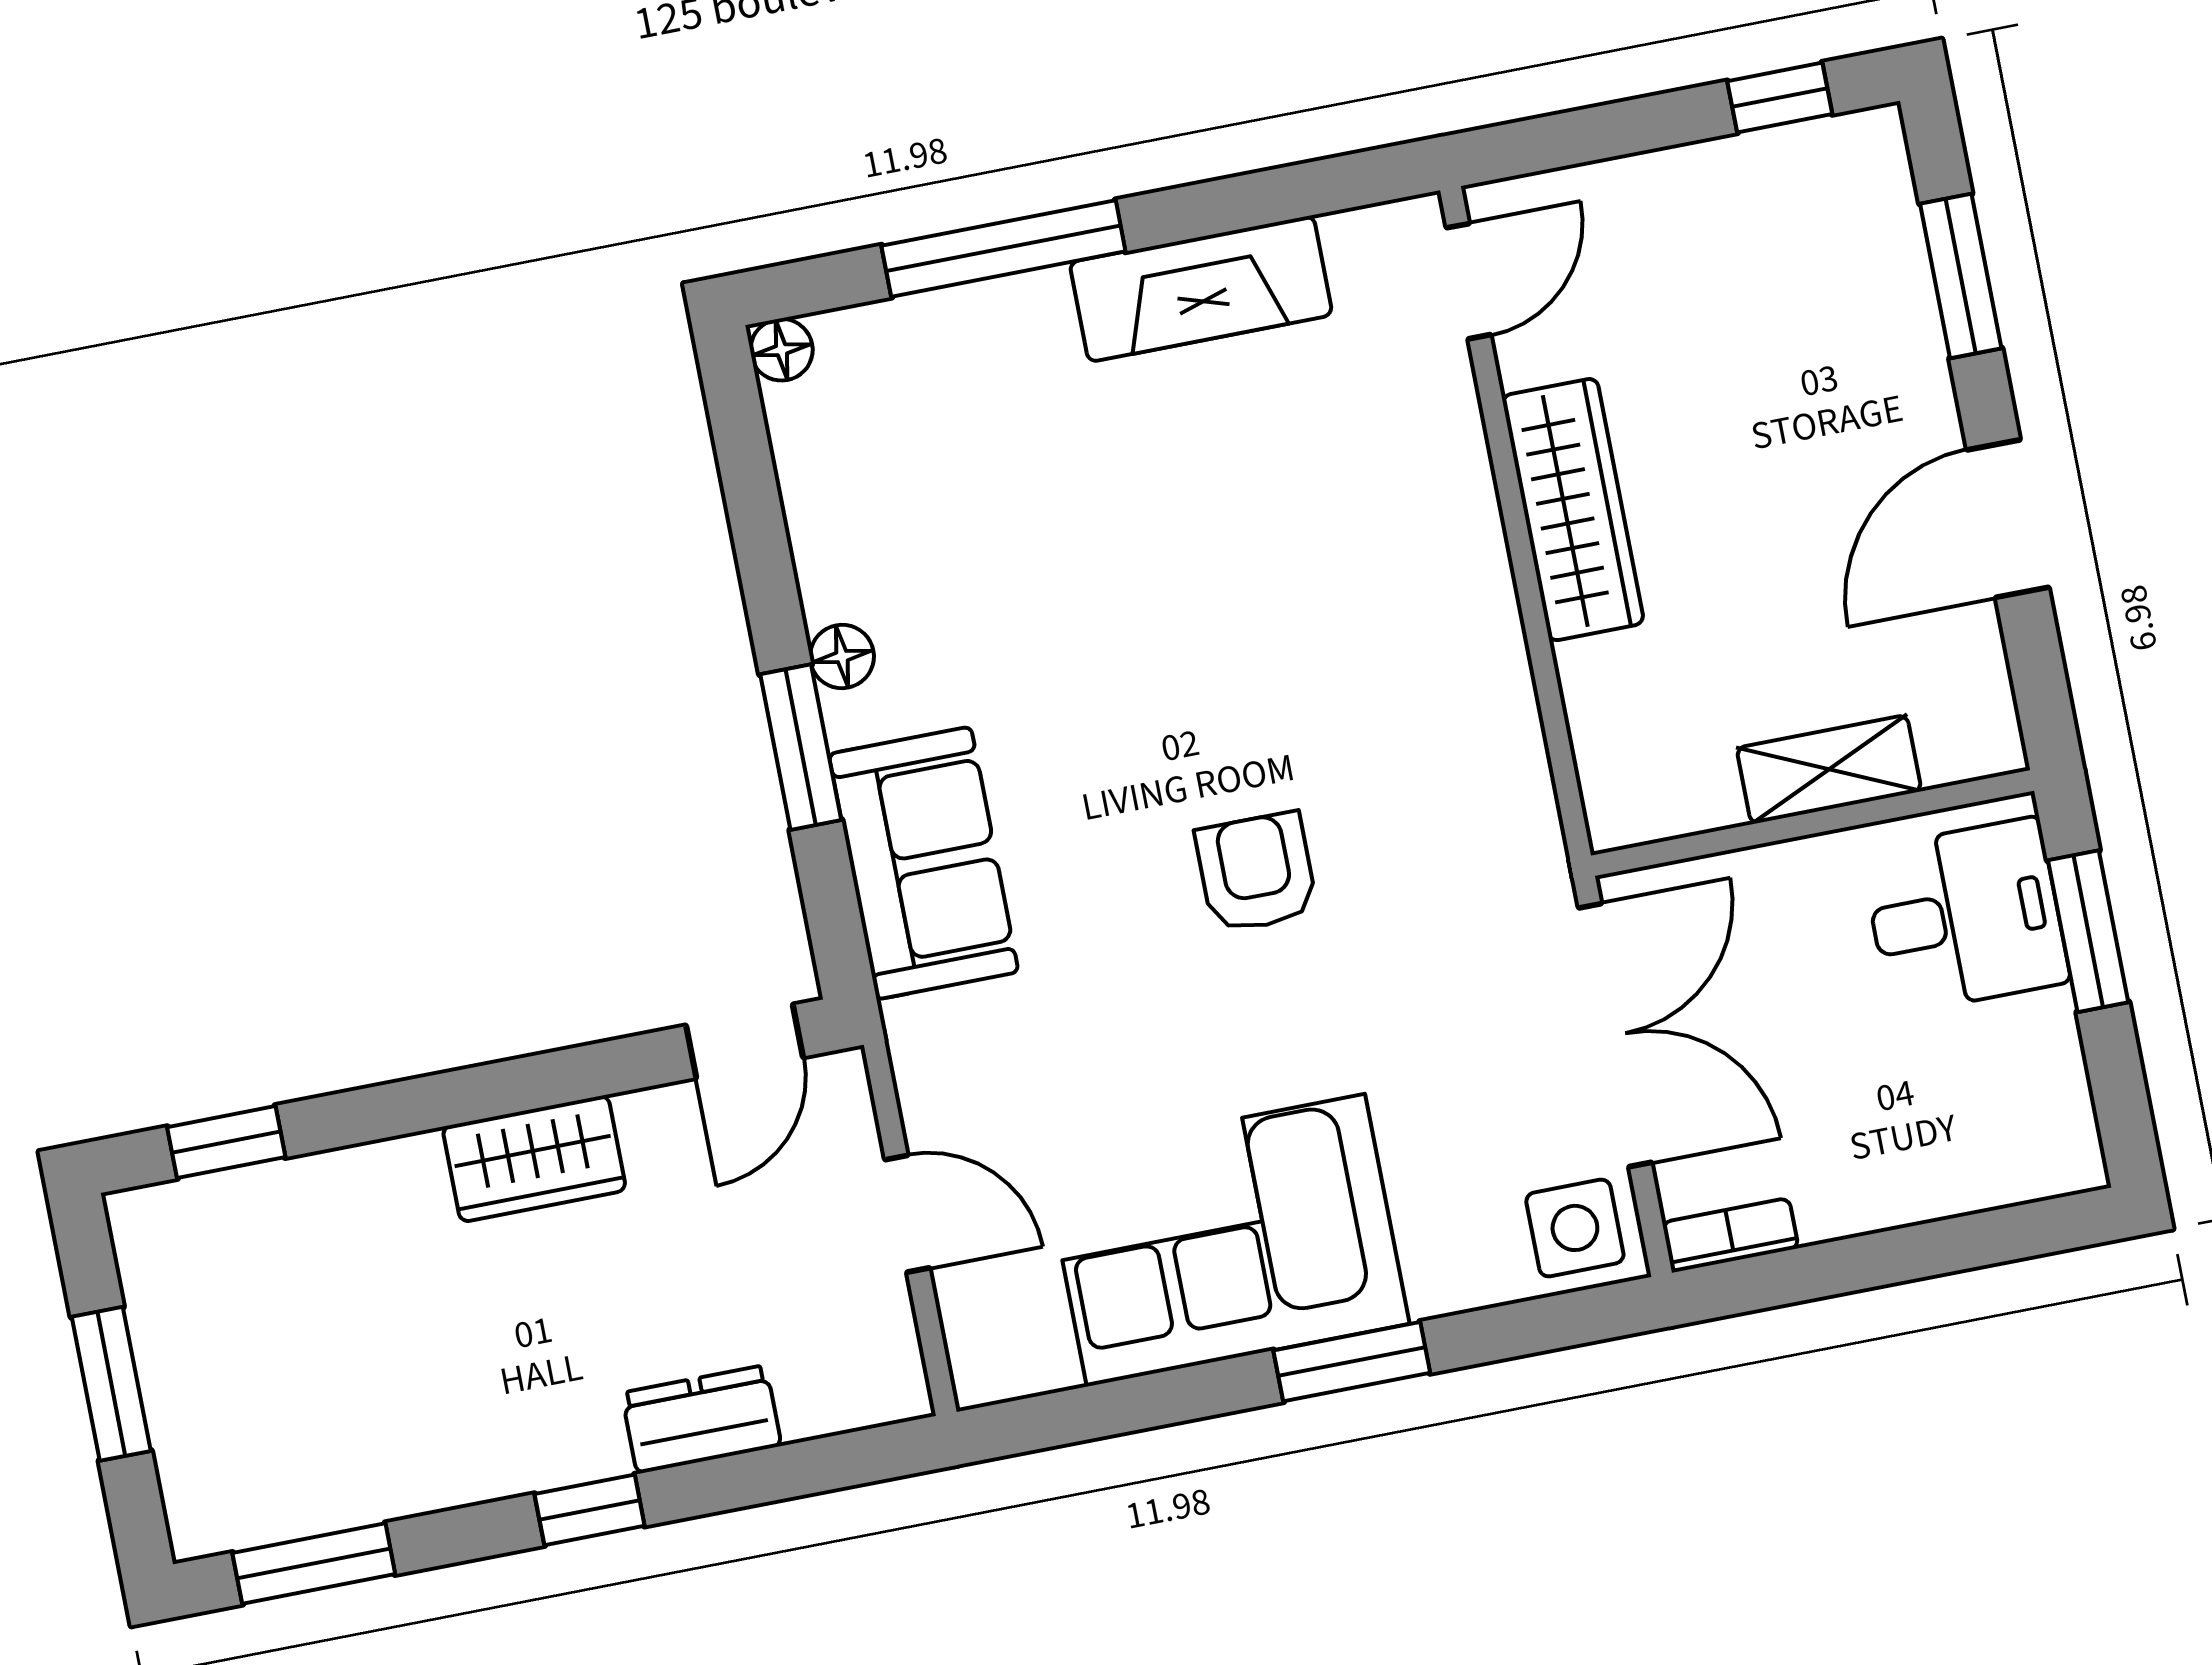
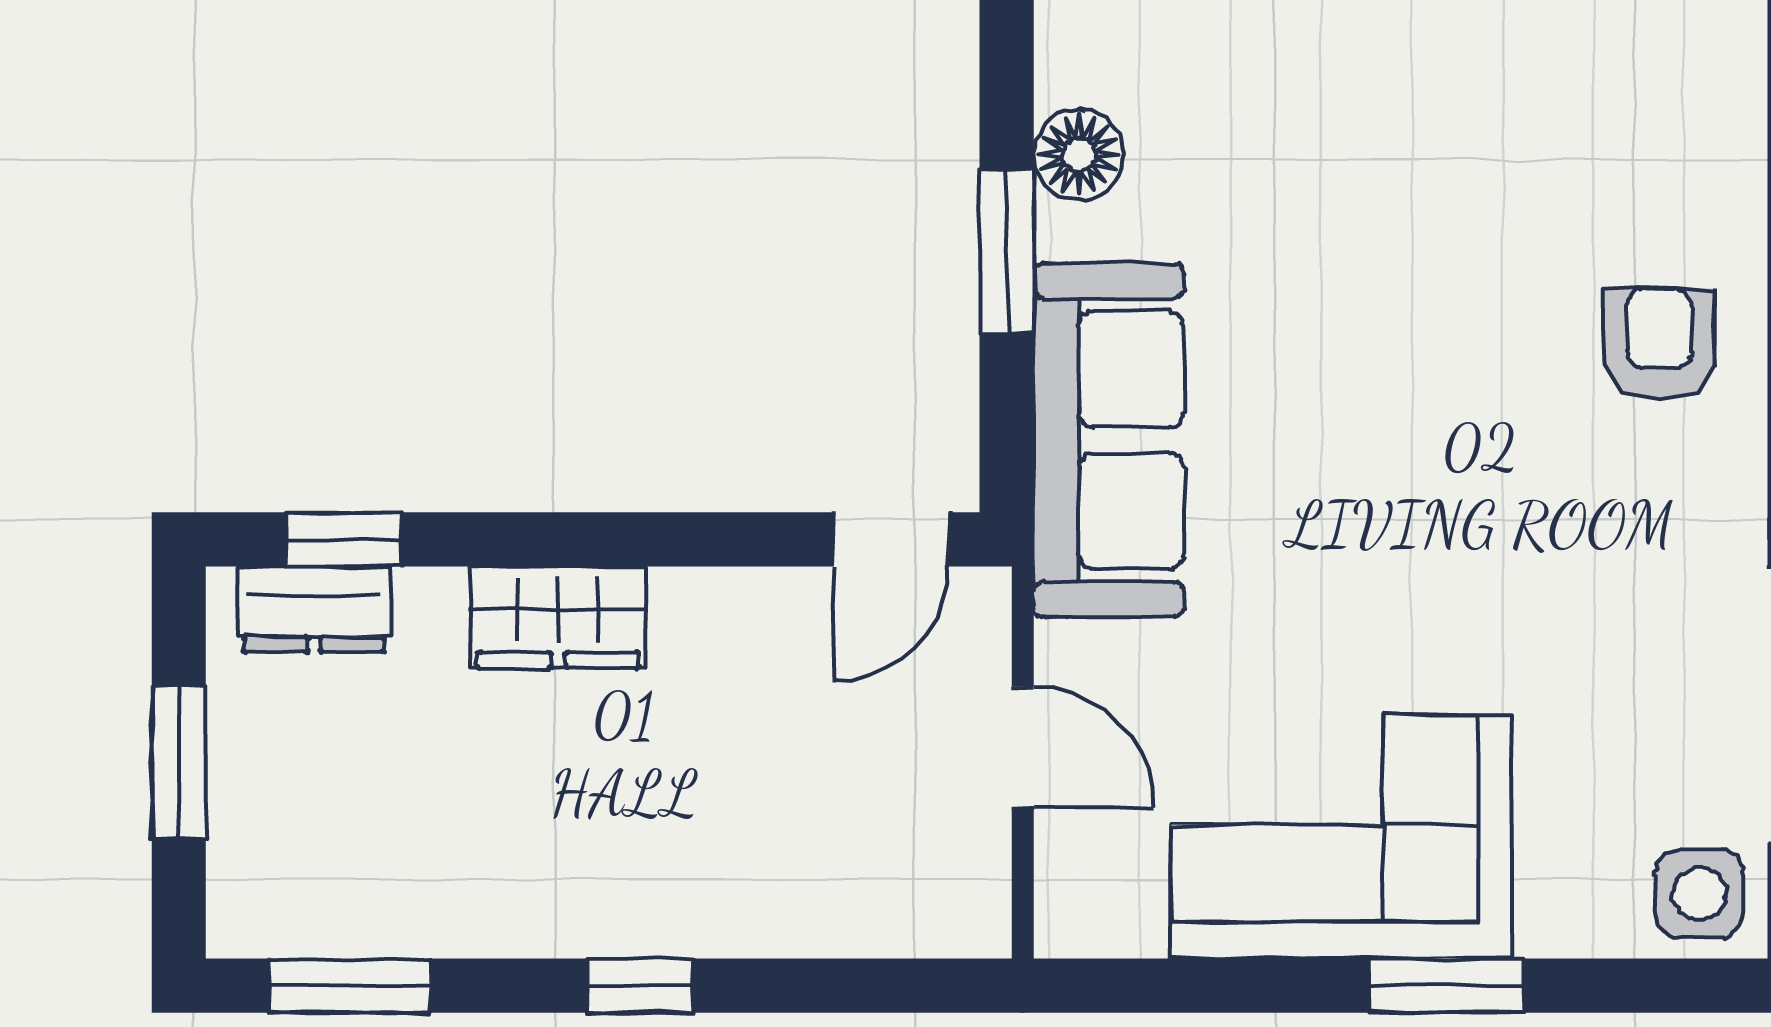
floor lamp: (842, 657) -> (1079, 155), width x1.37, depth x1.37
sofa: (924, 863) -> (1109, 440), width x1.36
armchair: (1256, 872) -> (1659, 344), moved
wardrobe: (534, 1159) -> (558, 617), moved
dresser: (701, 1419) -> (314, 609), moved, turned 180

